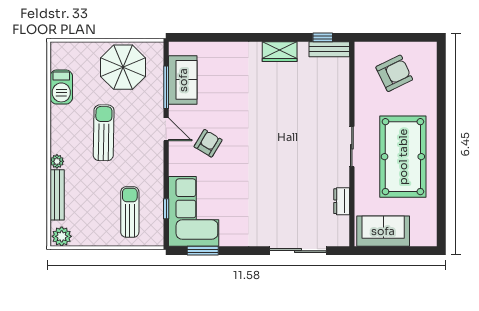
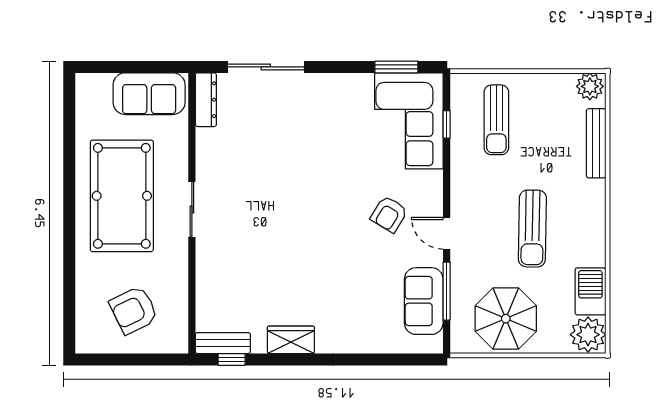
plant: (57, 161) -> (588, 335), moved, width x1.87, depth x1.87
dresser: (342, 201) -> (206, 100), moved, width x1.44

